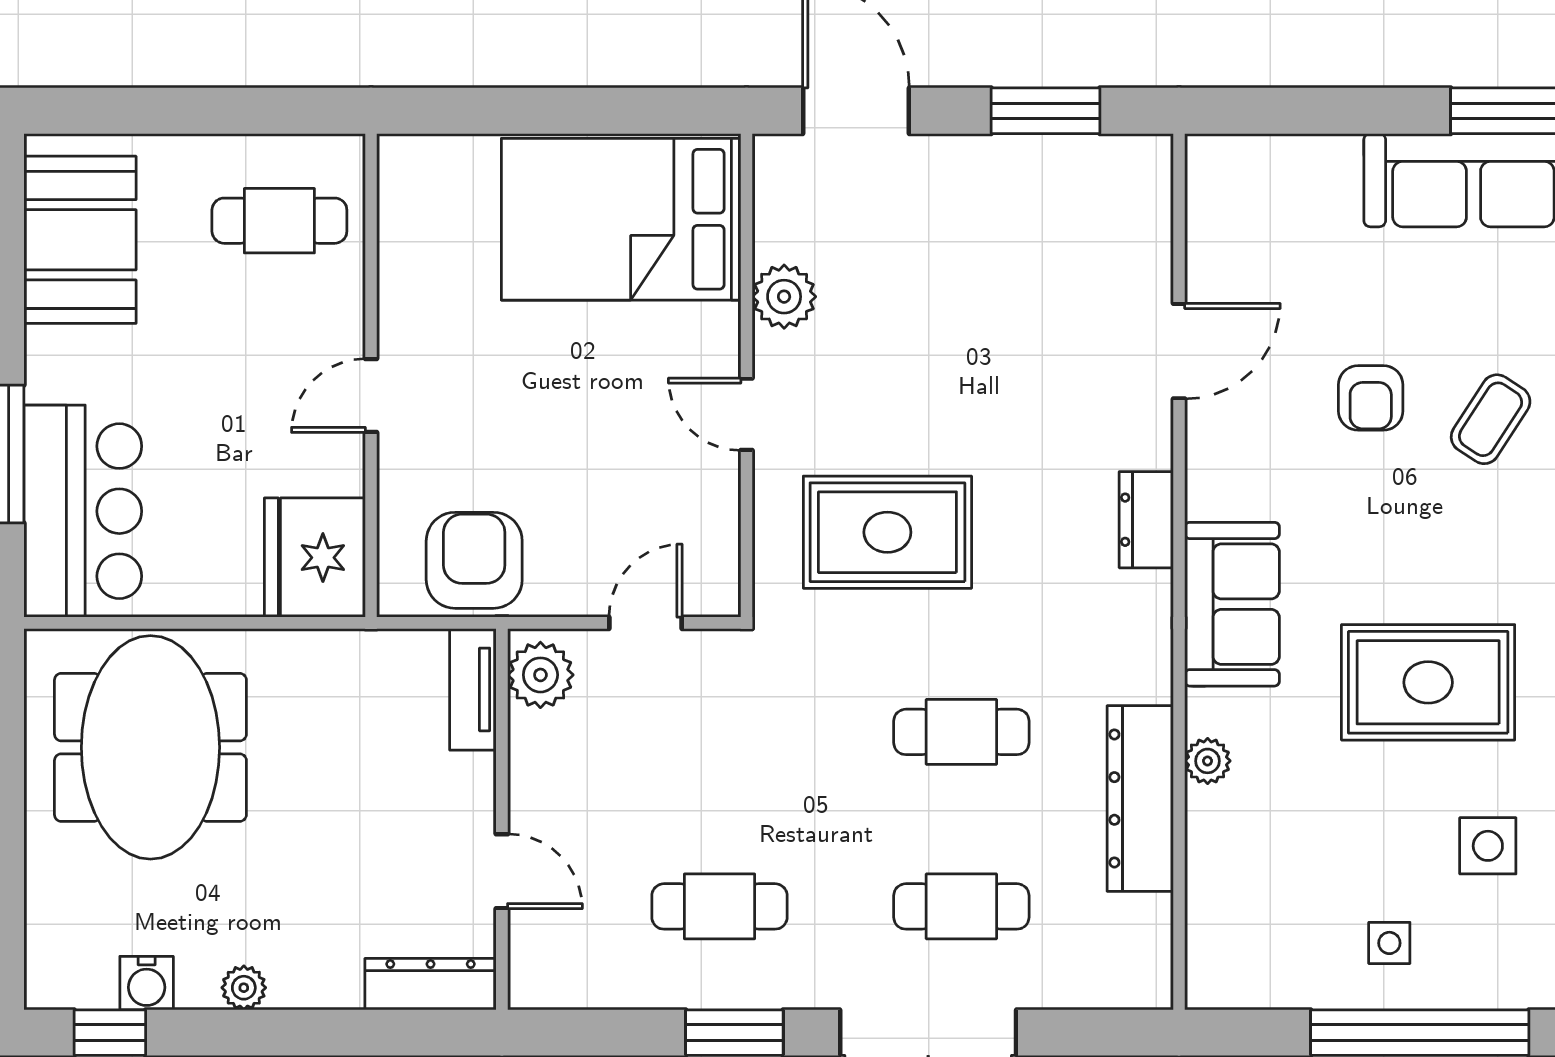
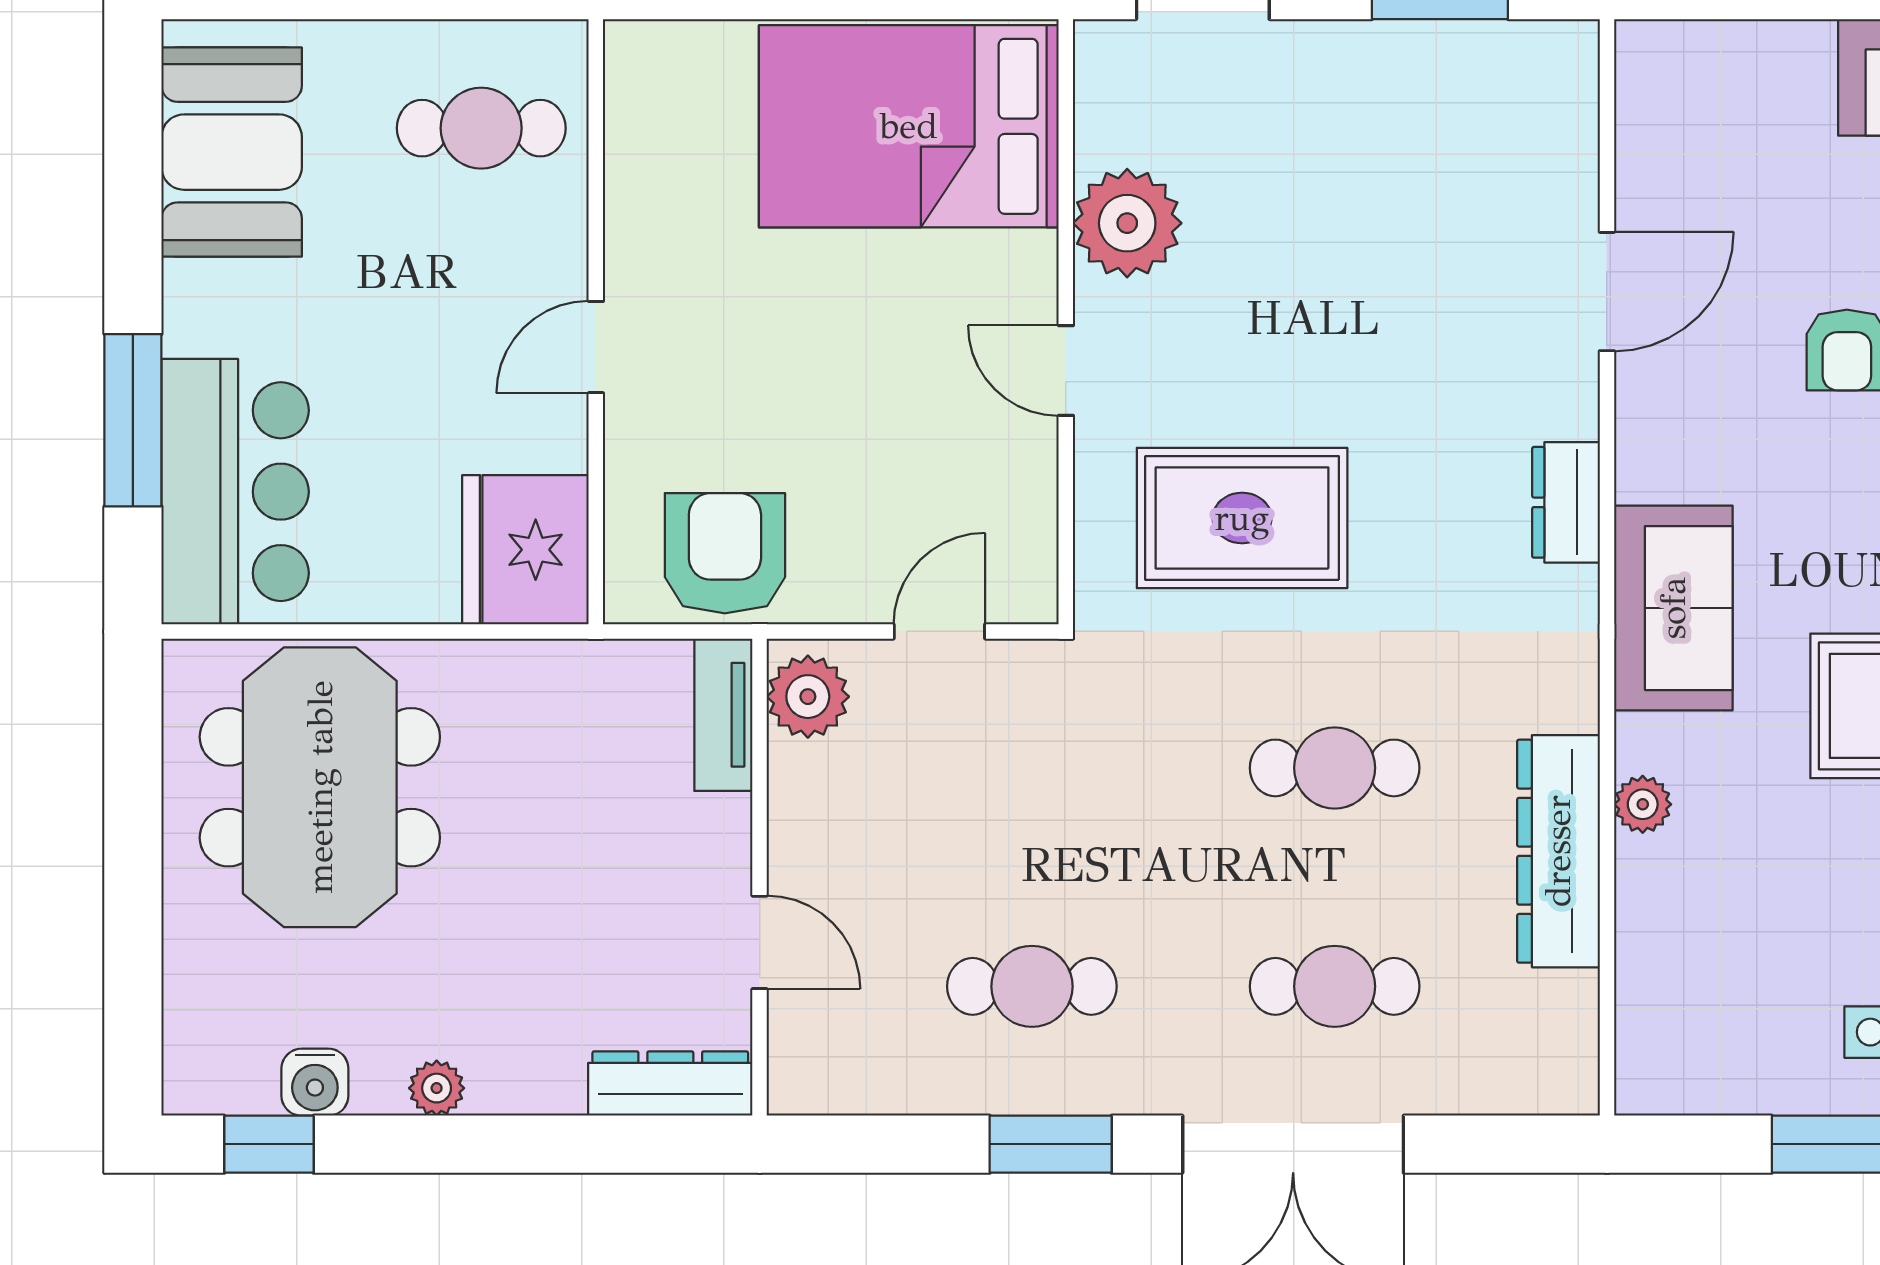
plant: (784, 297) -> (1127, 223), width x1.36, depth x1.36

